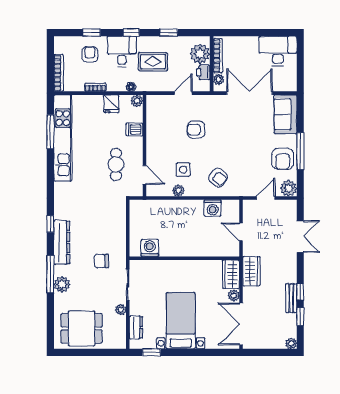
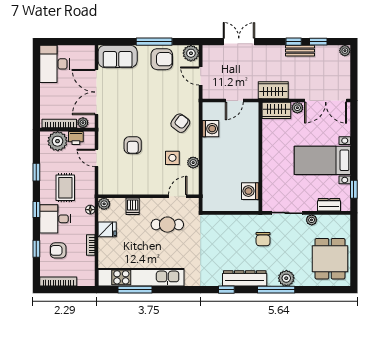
bookcase: (59, 73) -> (58, 282), moved

